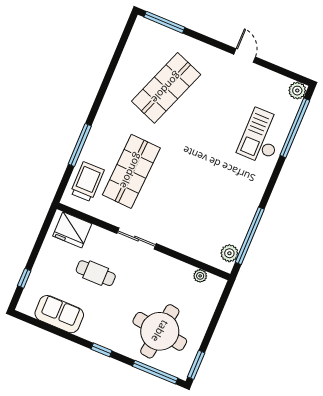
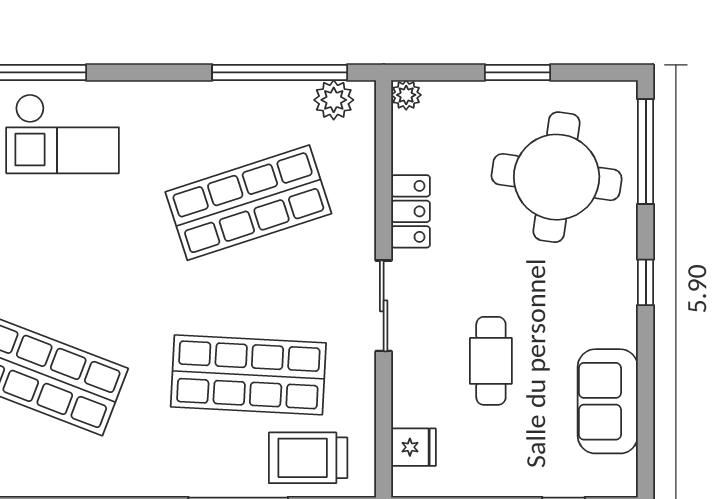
shop shelf: (202, 201) -> (248, 203), added
fridge: (72, 230) -> (414, 447), width x0.53, depth x0.75
locker: (171, 266) -> (411, 211), added
plant: (200, 276) -> (406, 95), moved
window: (196, 365) -> (517, 72), moved

